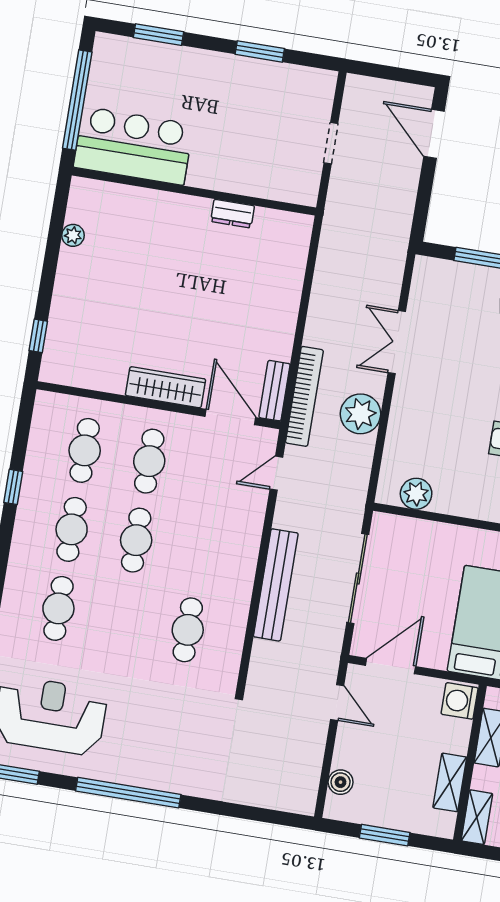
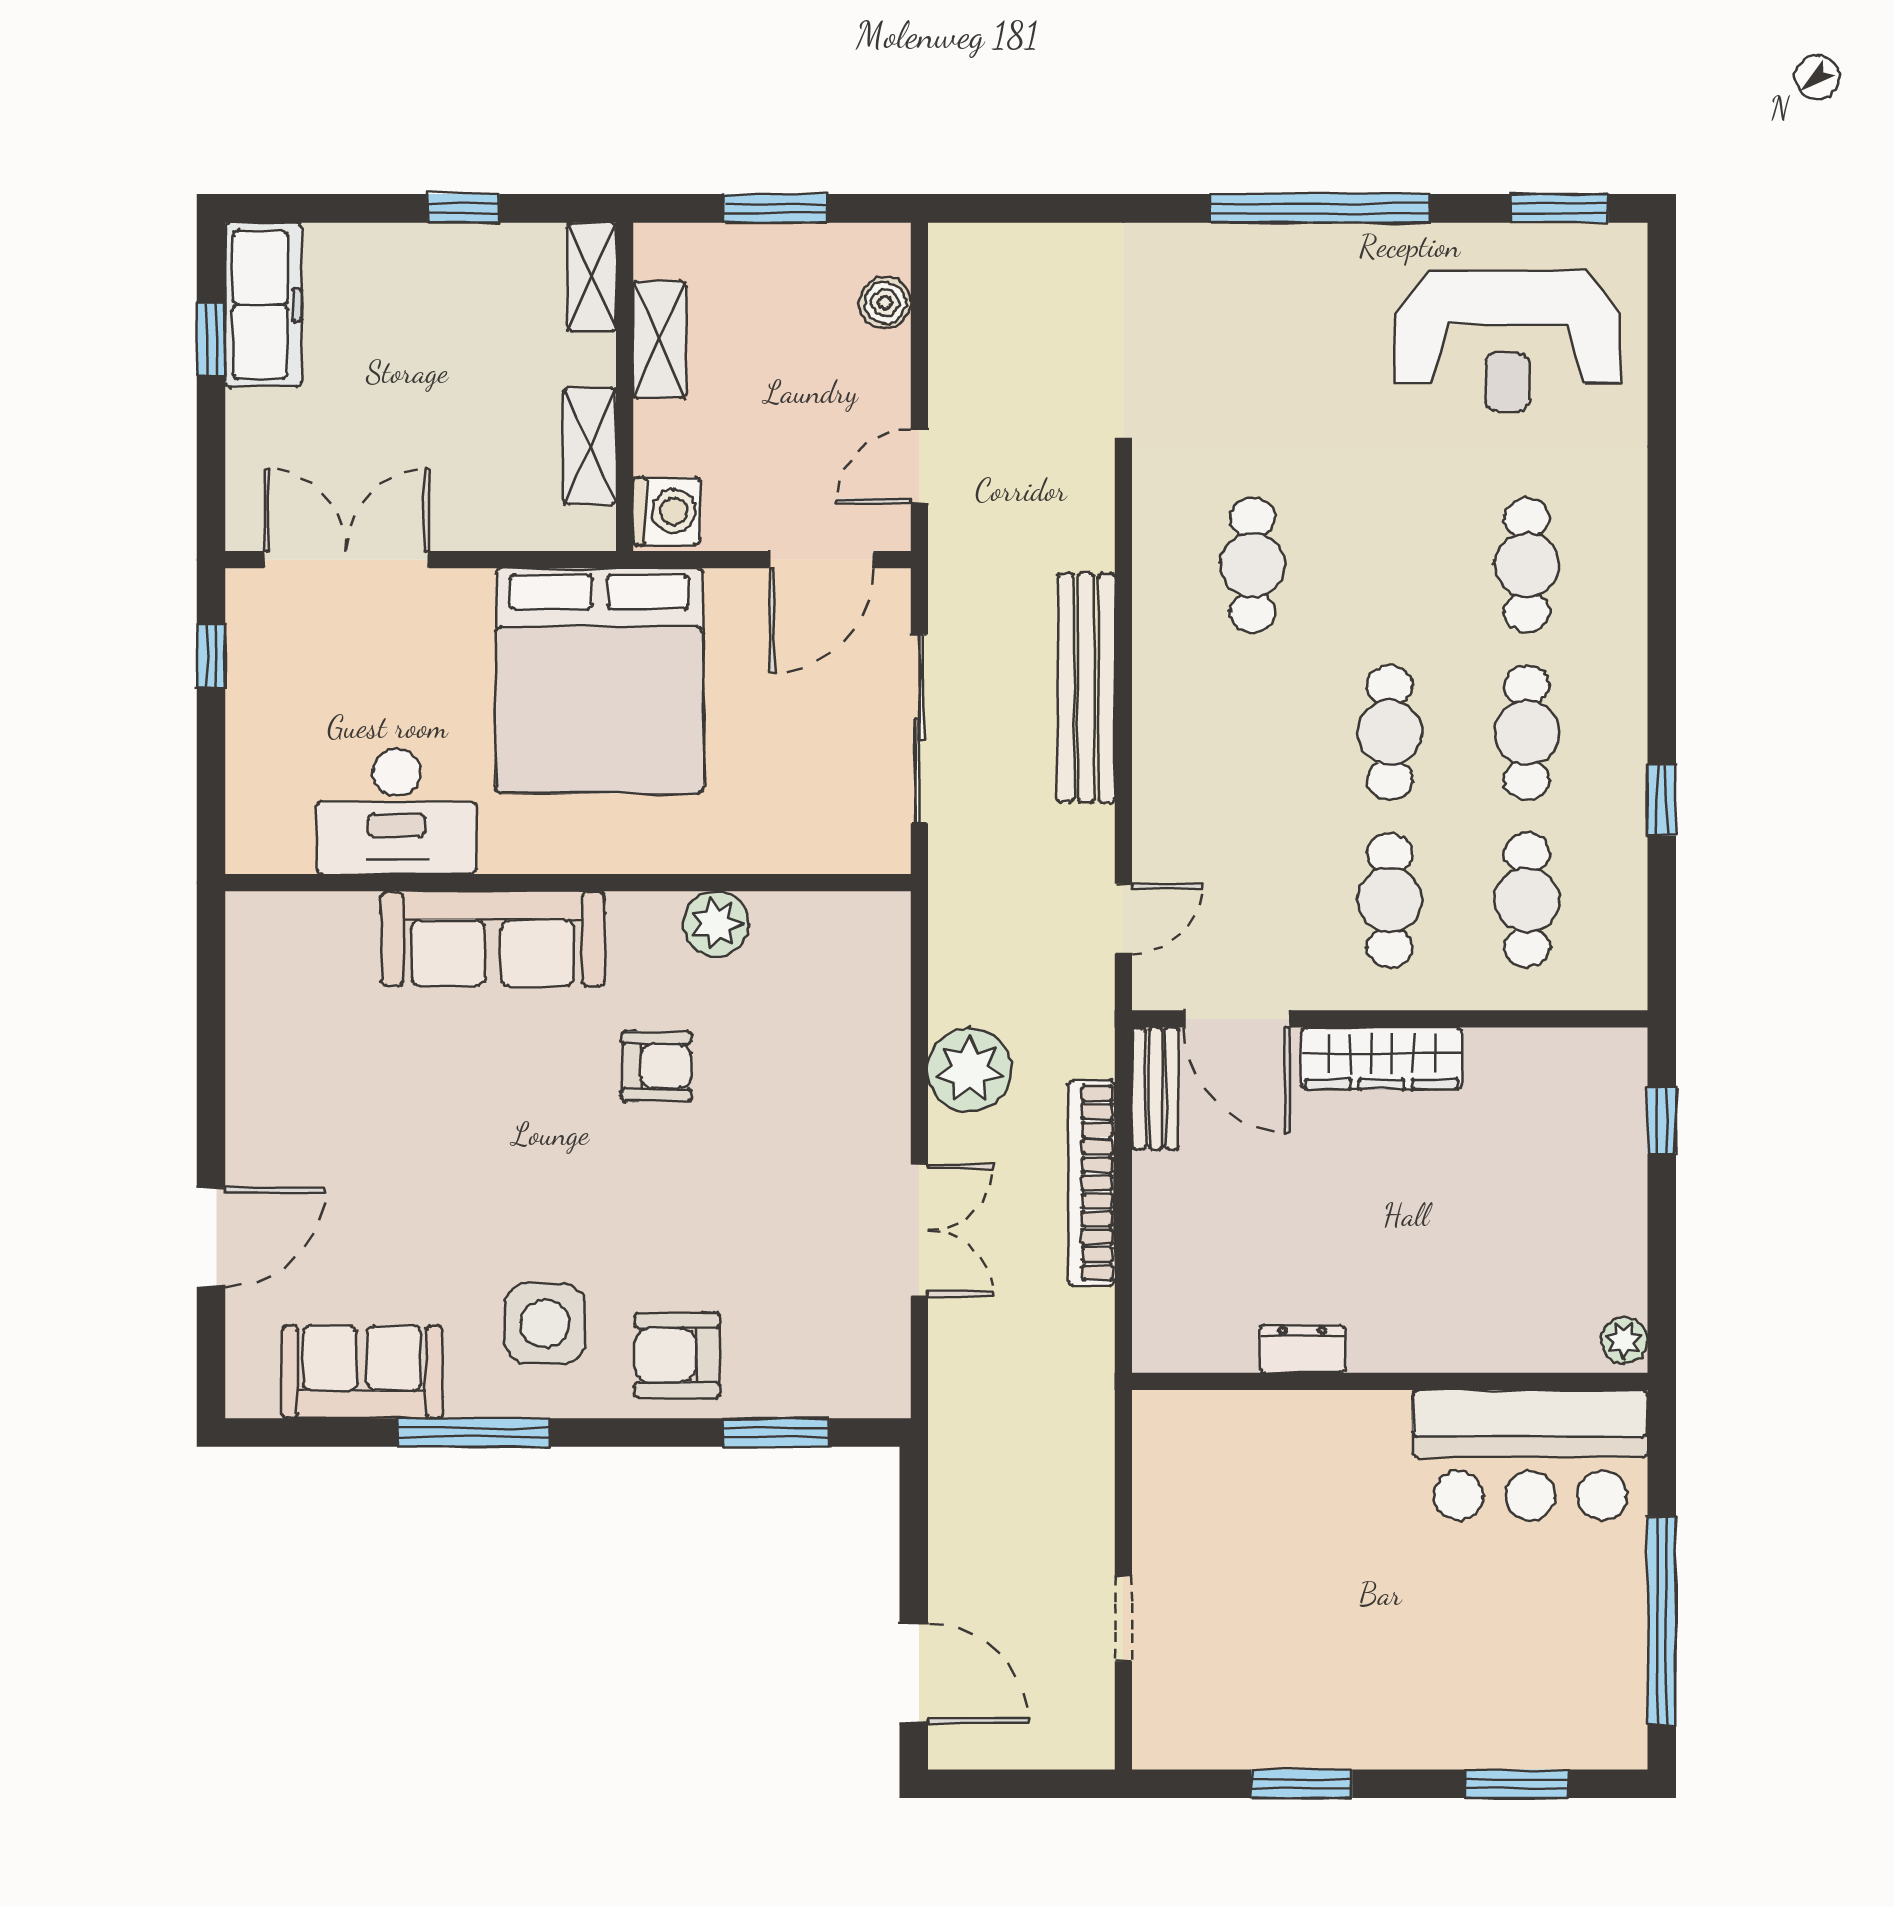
bar counter: (133, 146) -> (1530, 1455), moved
wall: (194, 191) -> (1390, 1381), moved
dresser: (233, 214) -> (1302, 1349), moved
bookcase: (304, 396) -> (1092, 1183), moved
plant: (416, 494) -> (716, 924), moved
door: (337, 702) -> (919, 466), hinge flipped

